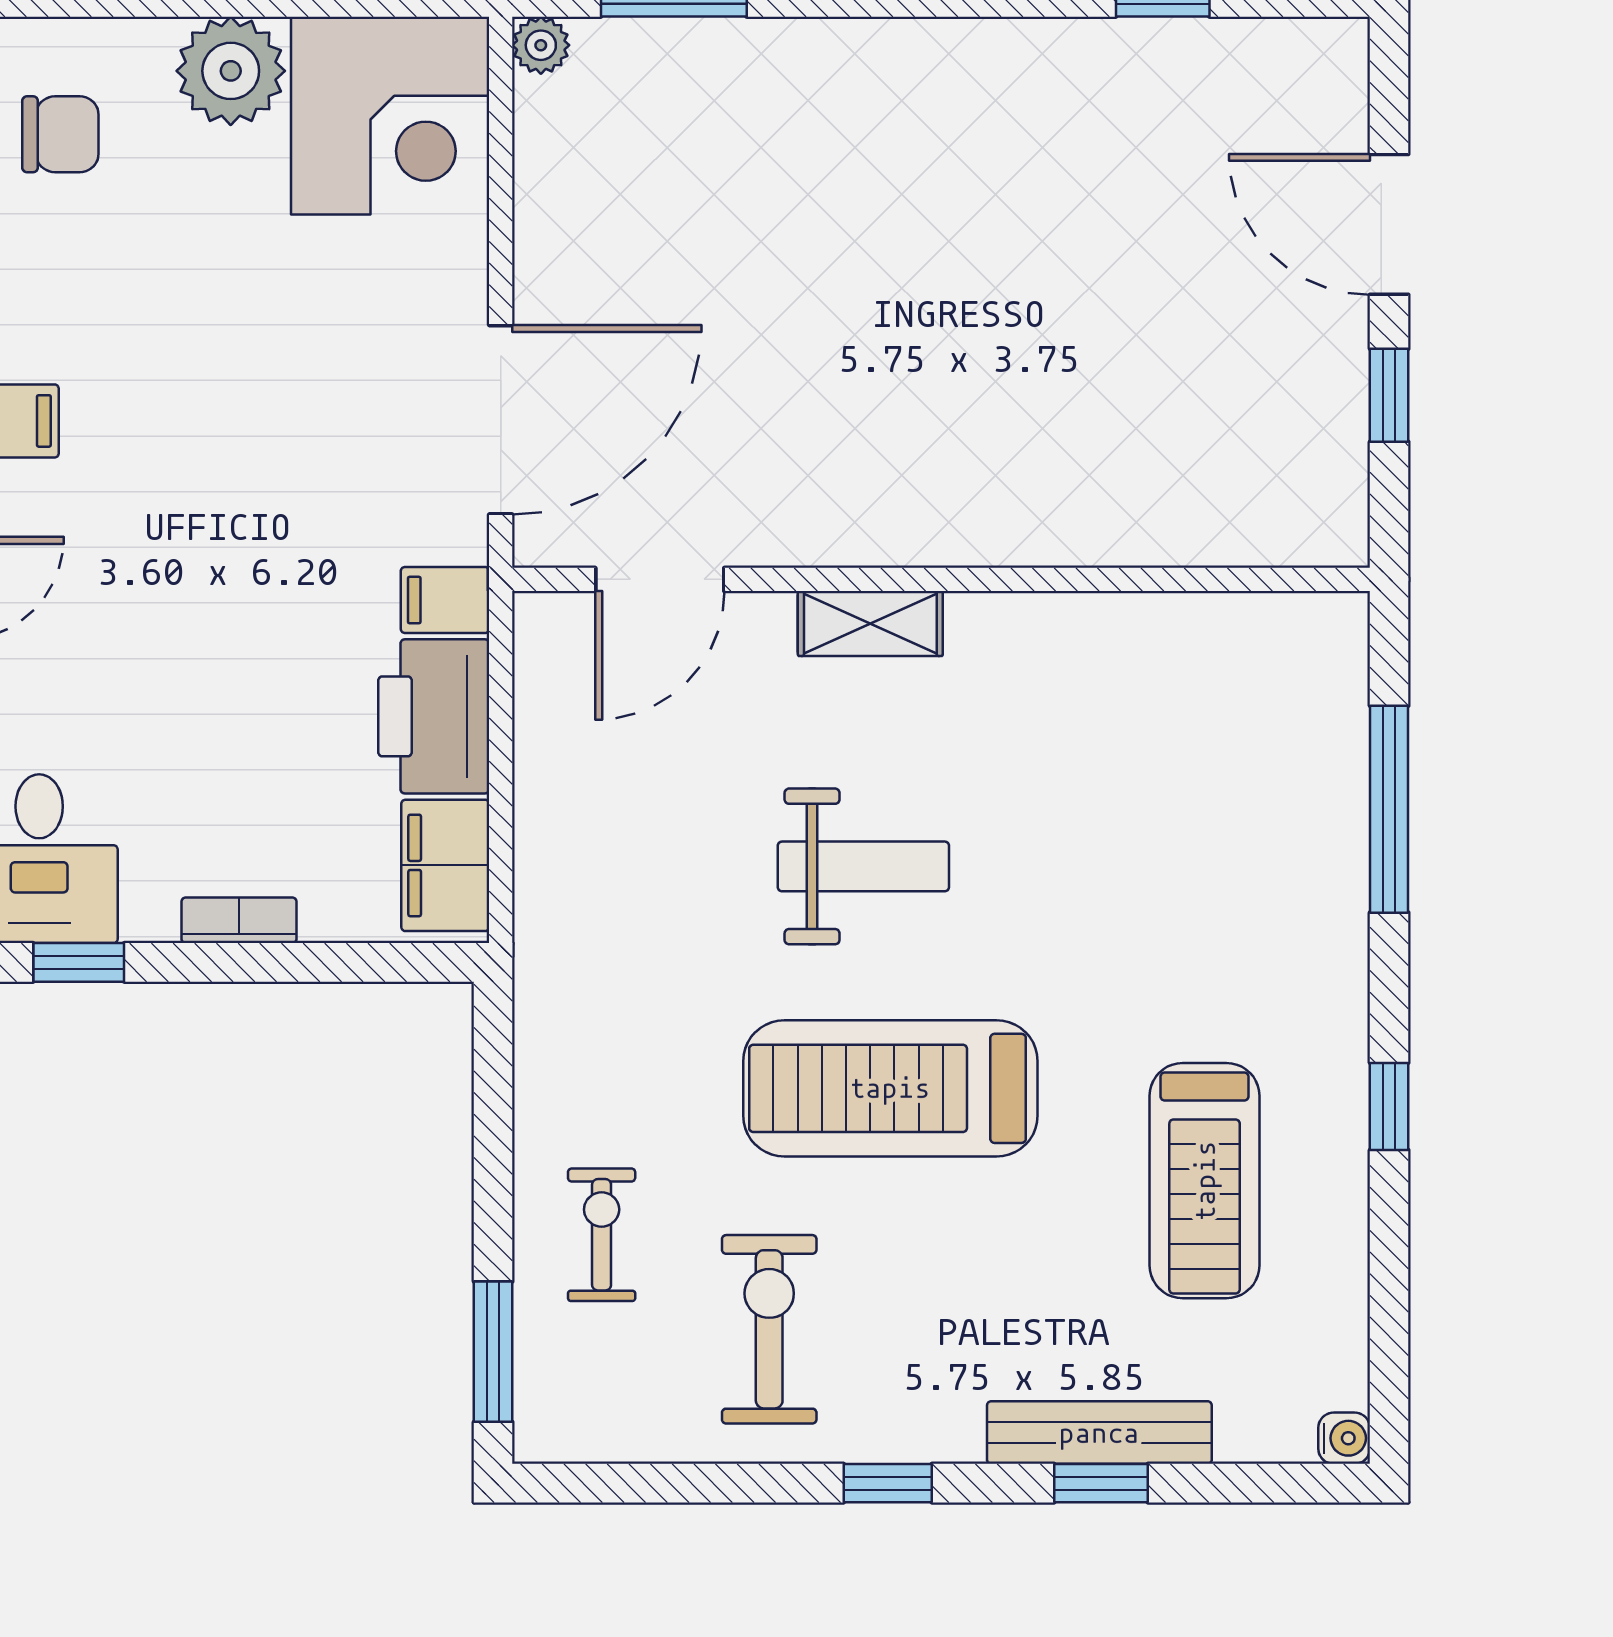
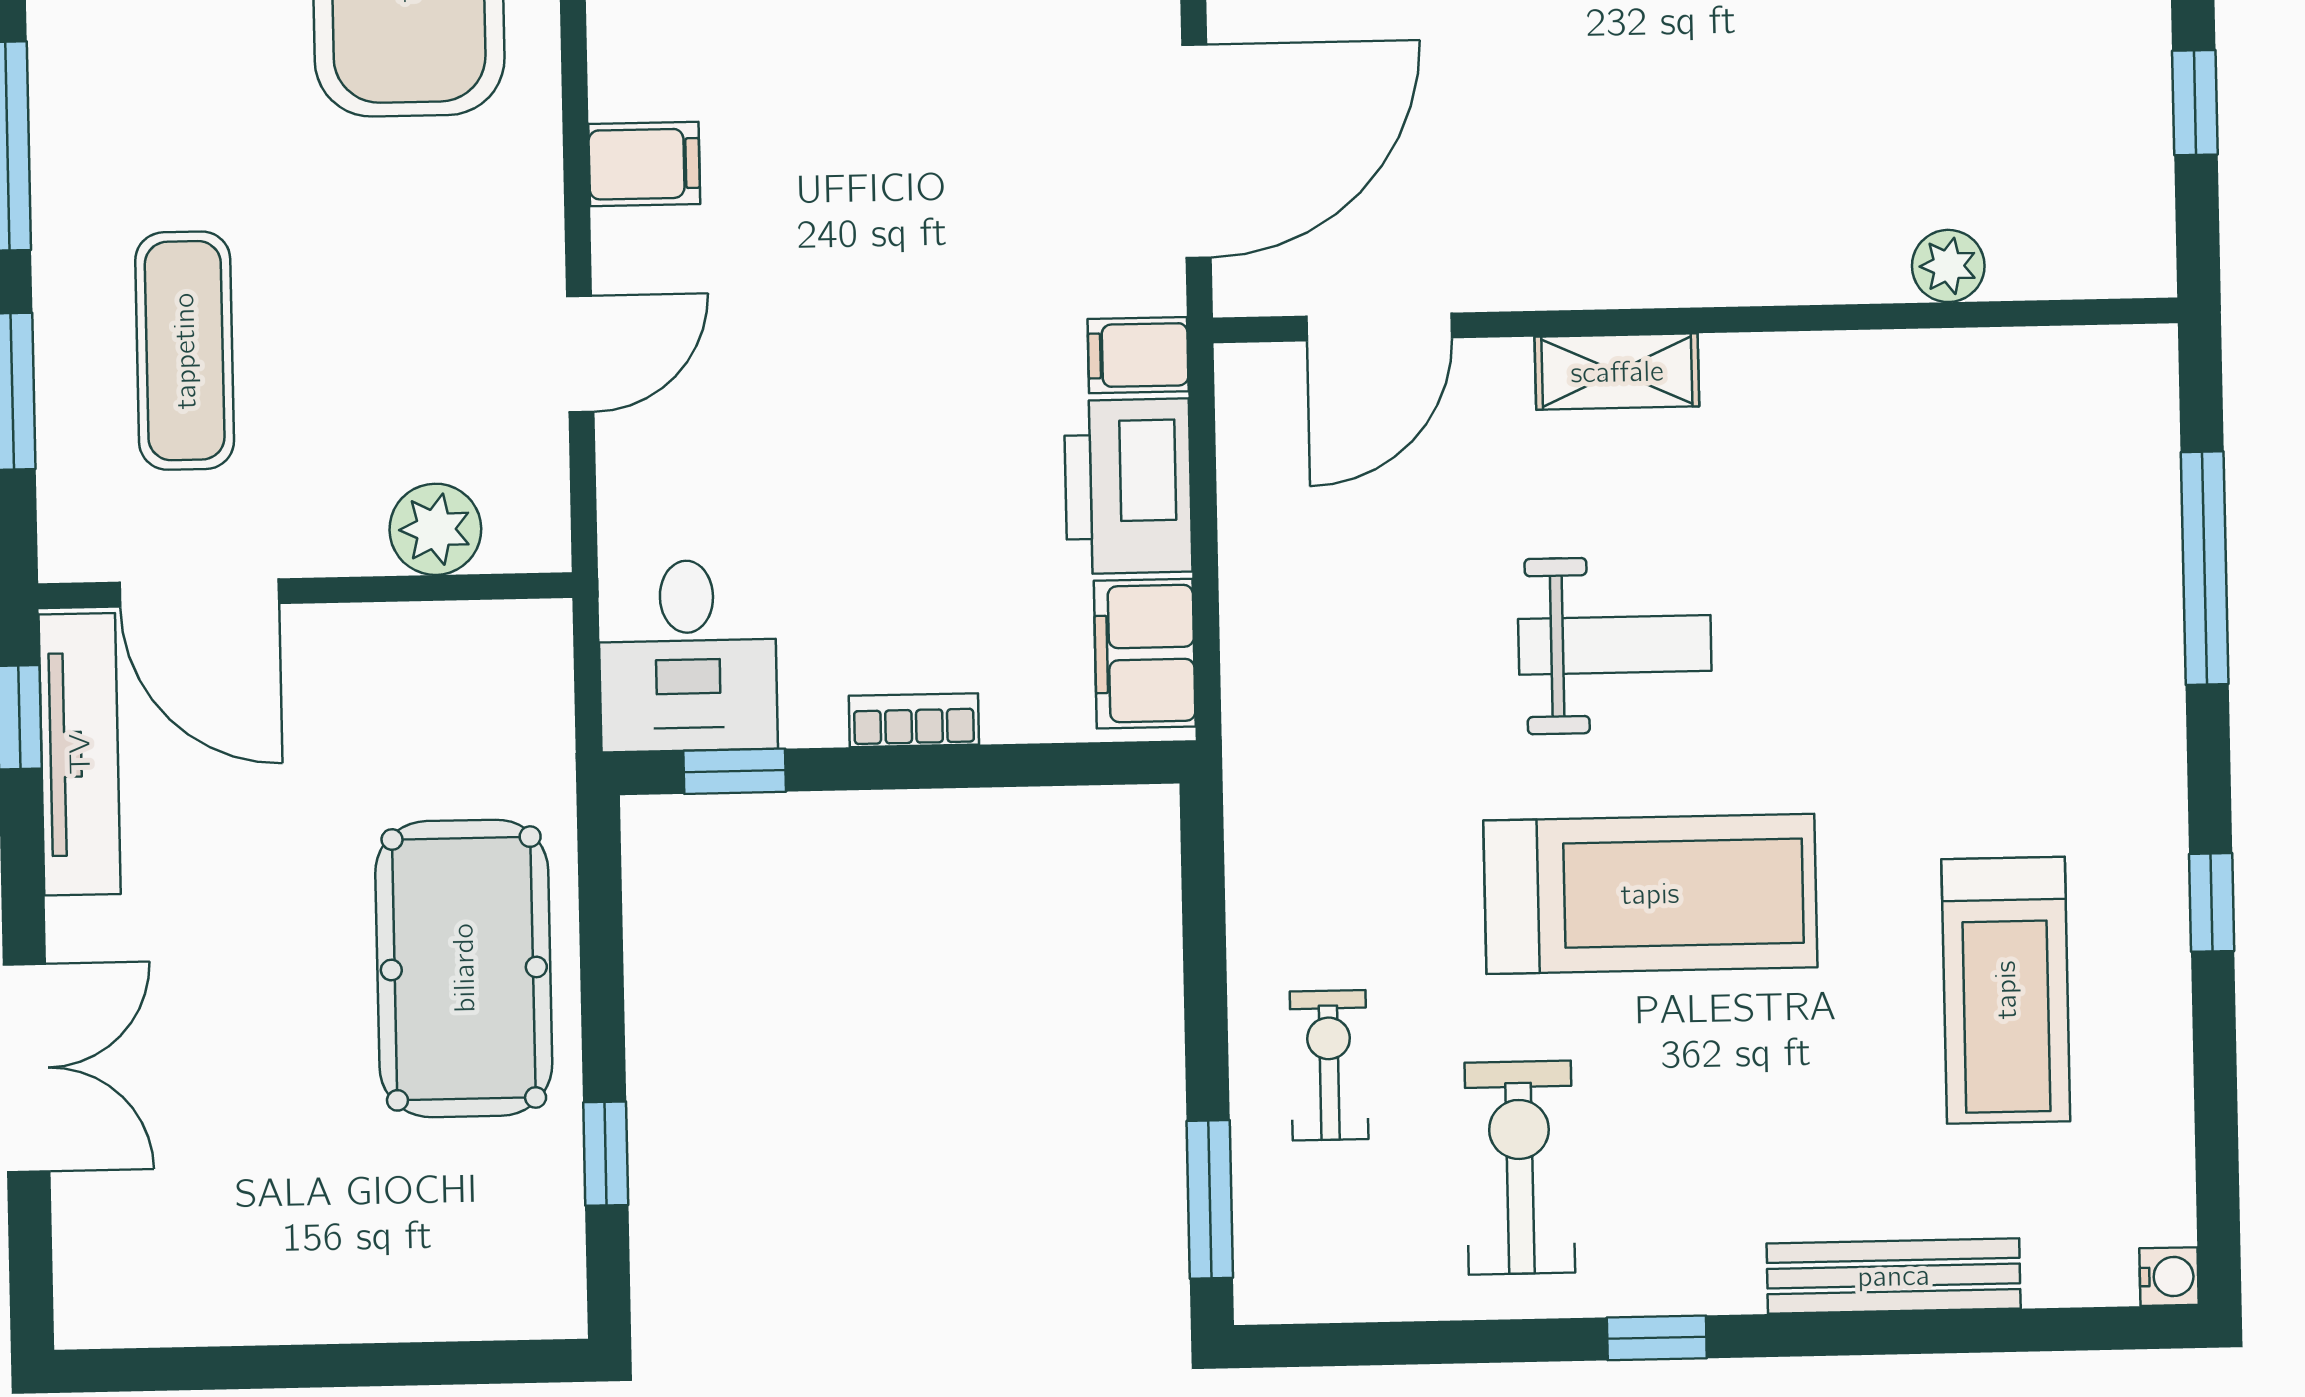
plant: (1167, 536) -> (1948, 266), added
treadmill: (890, 1088) -> (1650, 894), turned 180
window: (1101, 1483) -> (1897, 1333), removed

